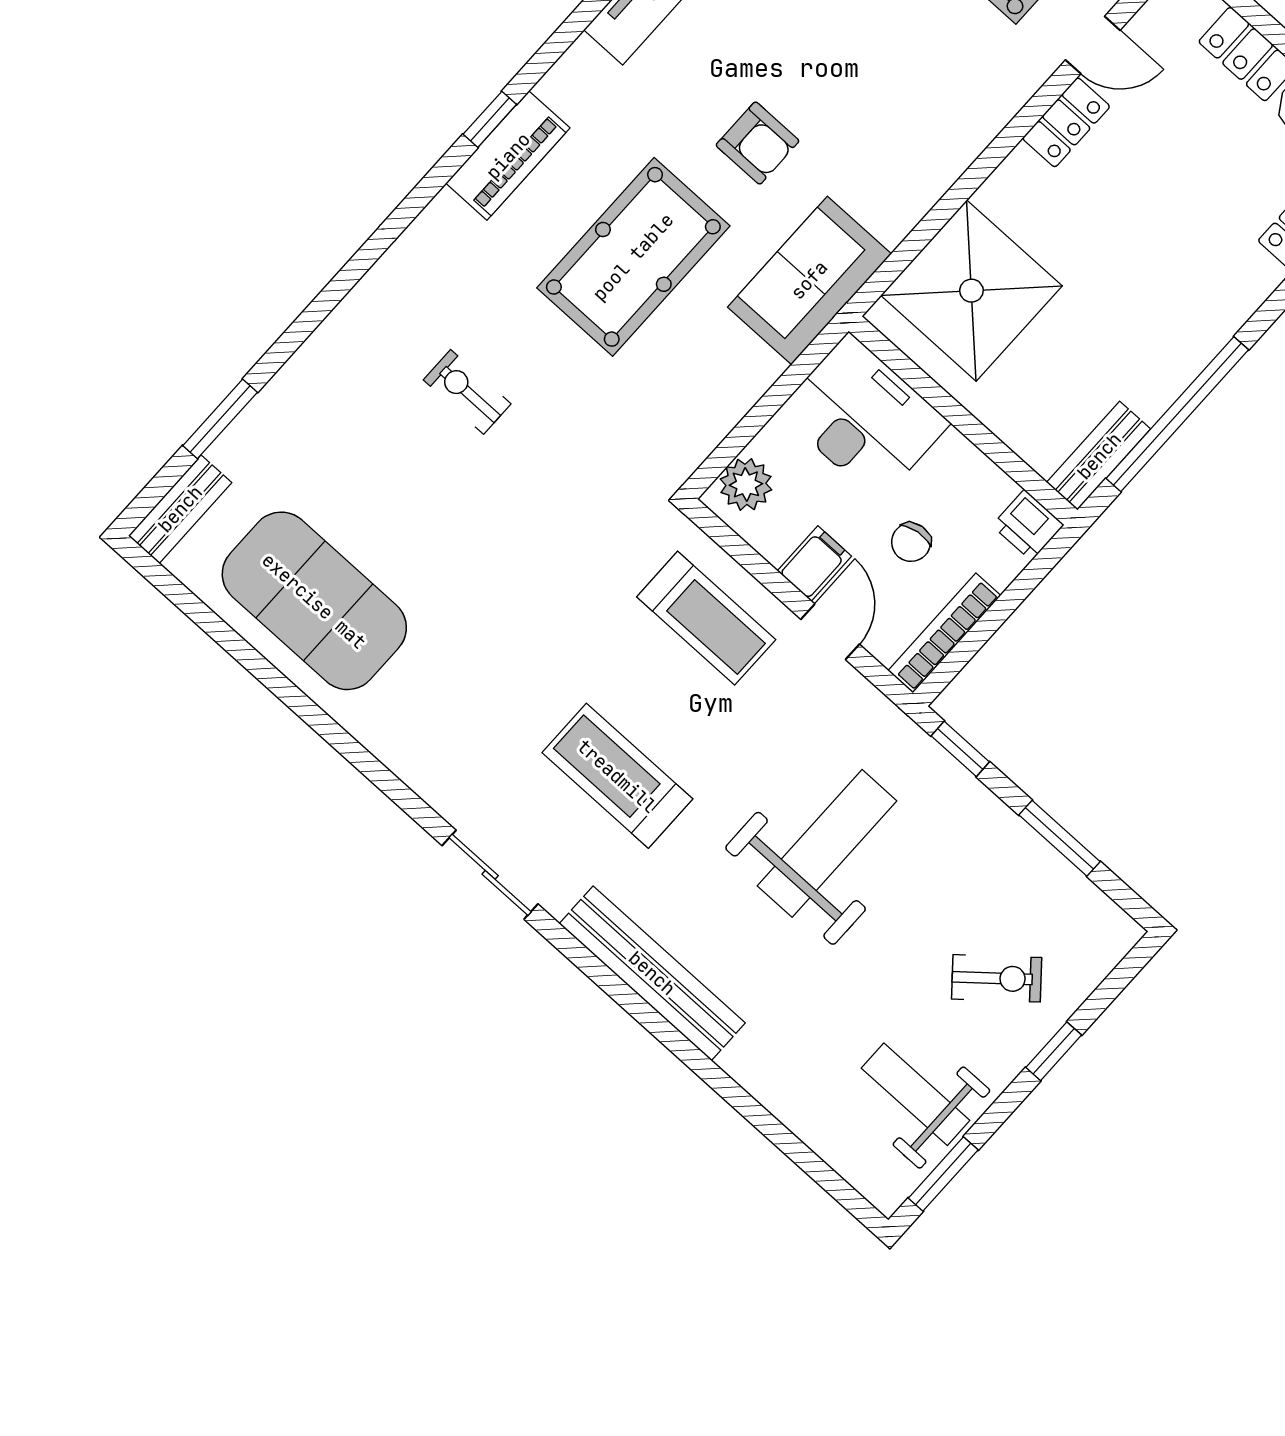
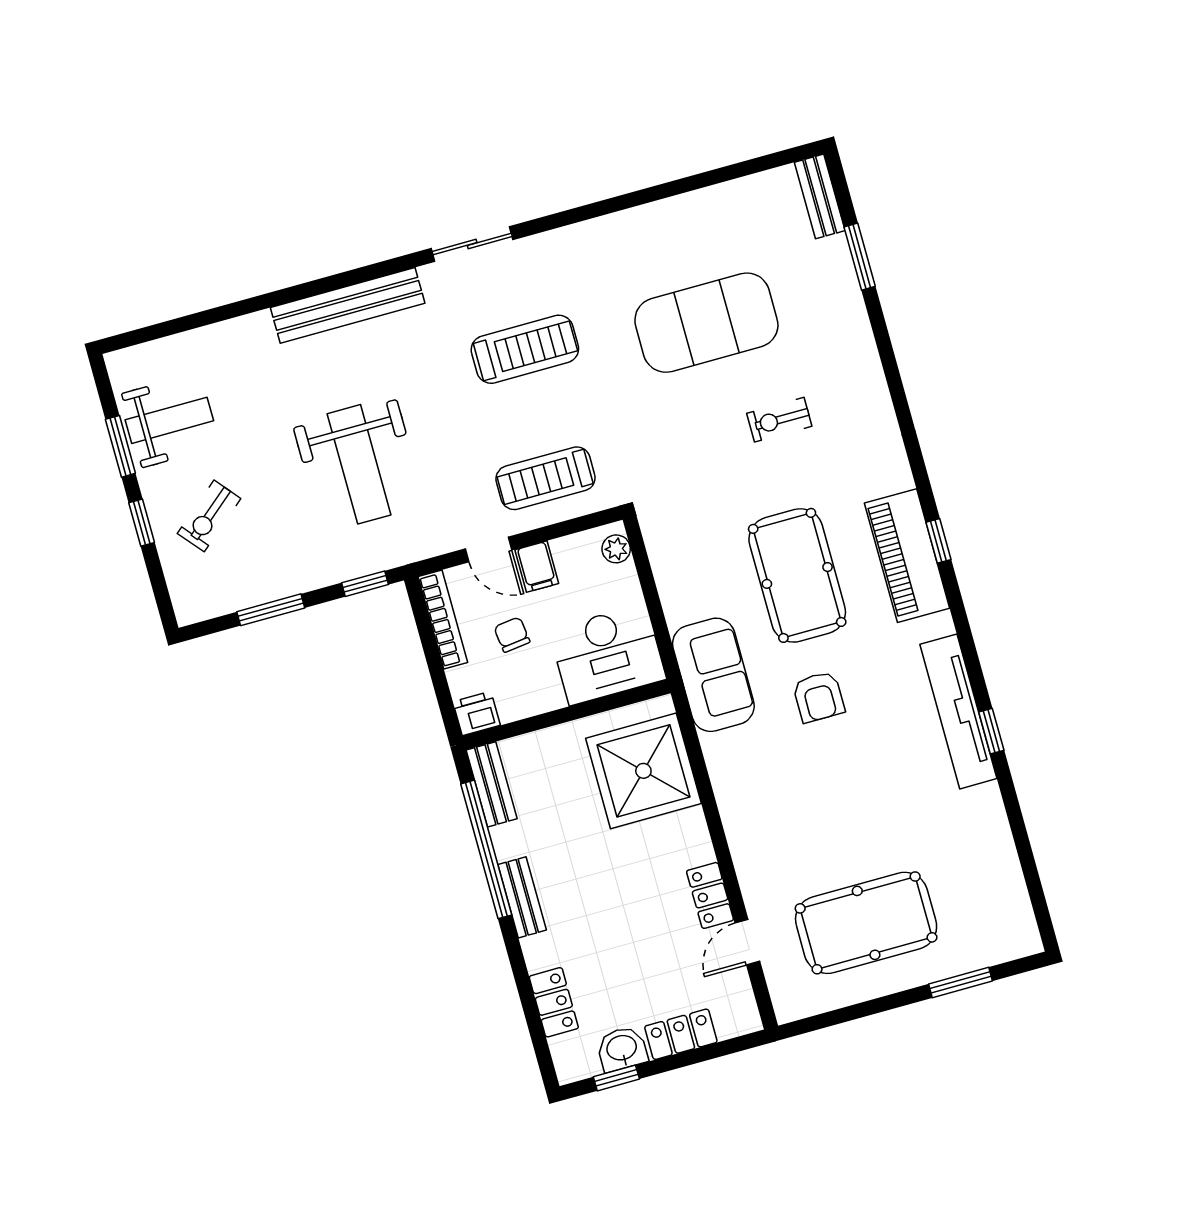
armchair: (758, 143) -> (819, 697), turned -90
piano: (508, 156) -> (907, 556), width x1.37, depth x1.33
bench: (1206, 338) -> (522, 897), added
exercise bike: (467, 392) -> (779, 420), turned 180
plant: (746, 484) -> (616, 549), width x0.73, depth x0.73
exercise mat: (314, 601) -> (706, 323), moved
treadmill: (617, 776) -> (525, 349), moved
window: (943, 1174) -> (120, 446), moved

